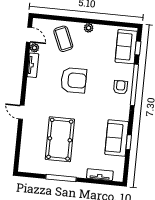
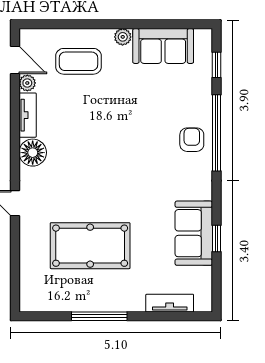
coffee table: (63, 39) -> (78, 61), turned -67
sofa: (126, 47) -> (163, 46), moved, turned -90
armchair: (74, 80) -> (105, 135), removed
floor lamp: (34, 86) -> (33, 153), added
pool table: (60, 139) -> (90, 246), turned 90

